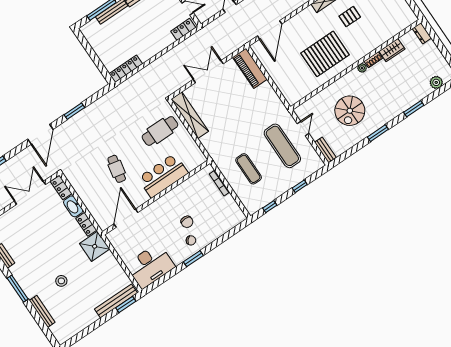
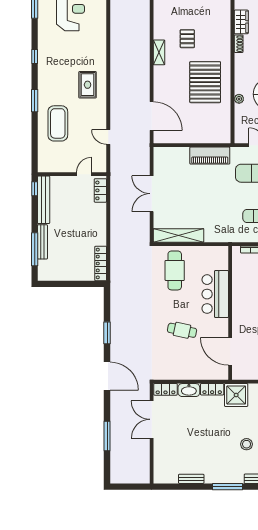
piano: (250, 68) -> (210, 156), moved
plant: (362, 68) -> (239, 99), moved

